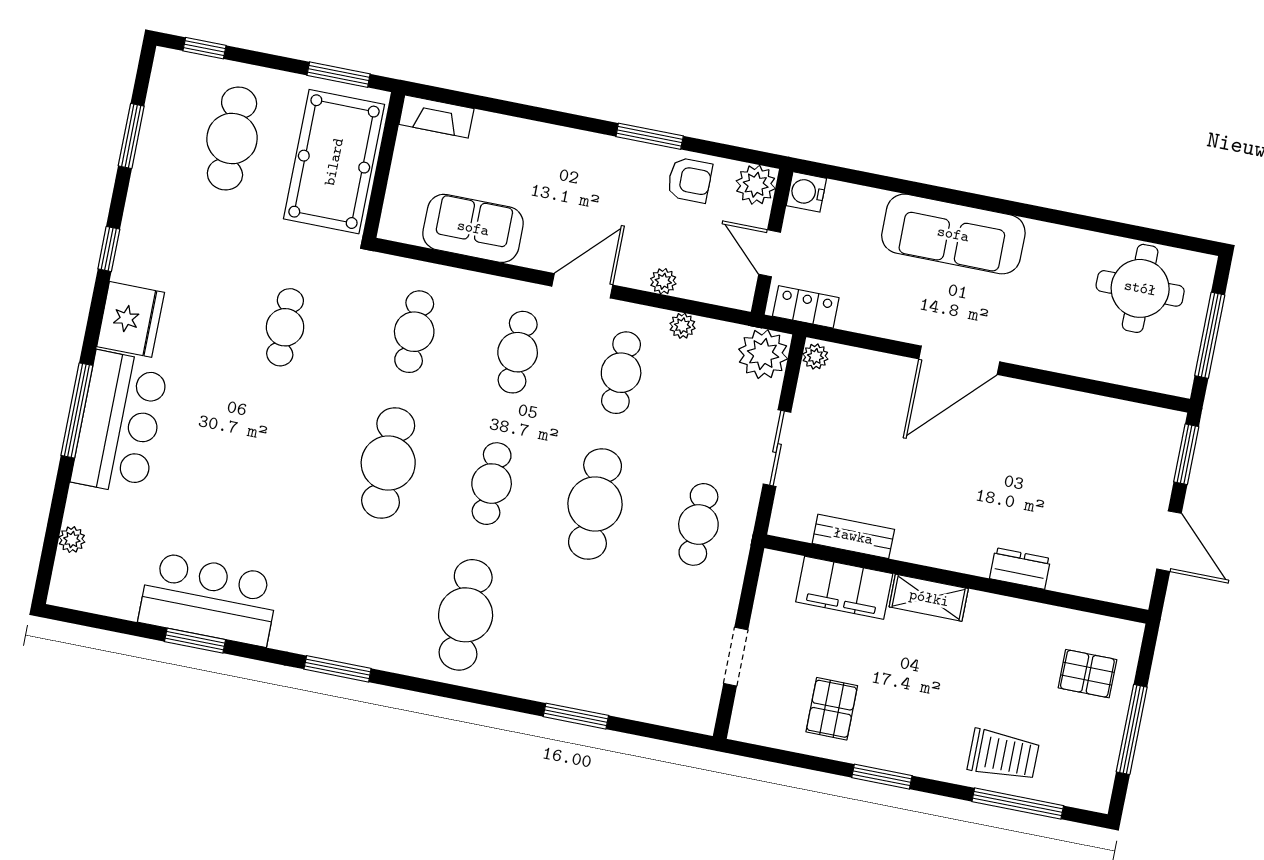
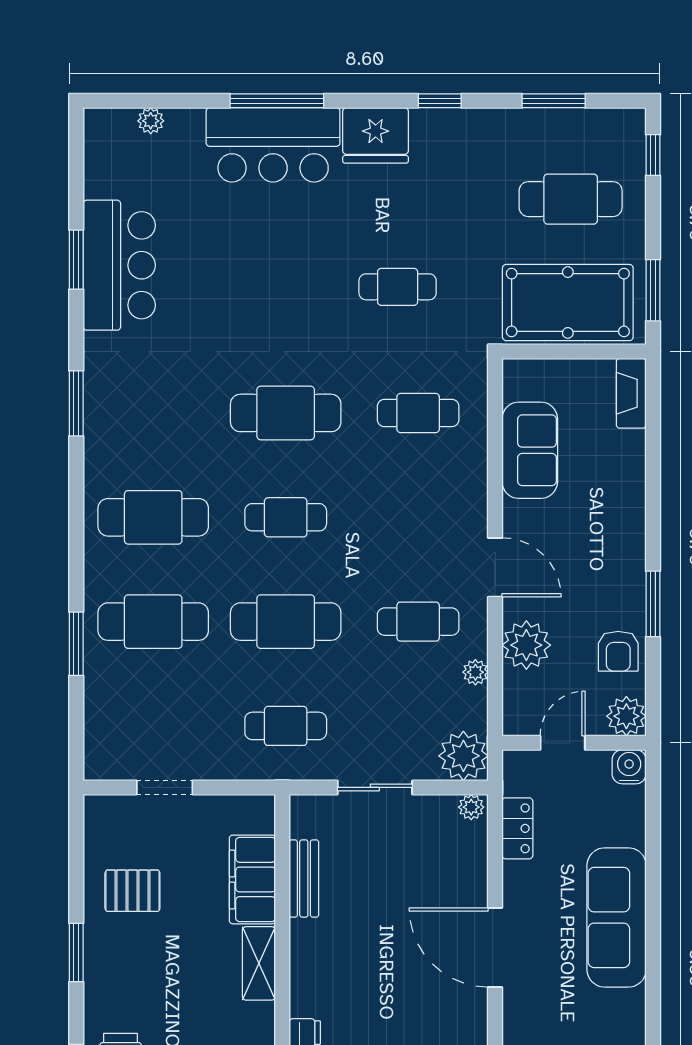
plant: (663, 281) -> (526, 645), width x1.87, depth x1.87
locker: (806, 307) -> (517, 828), moved
cafe table: (518, 352) -> (153, 622), moved, width x1.37, depth x1.35

